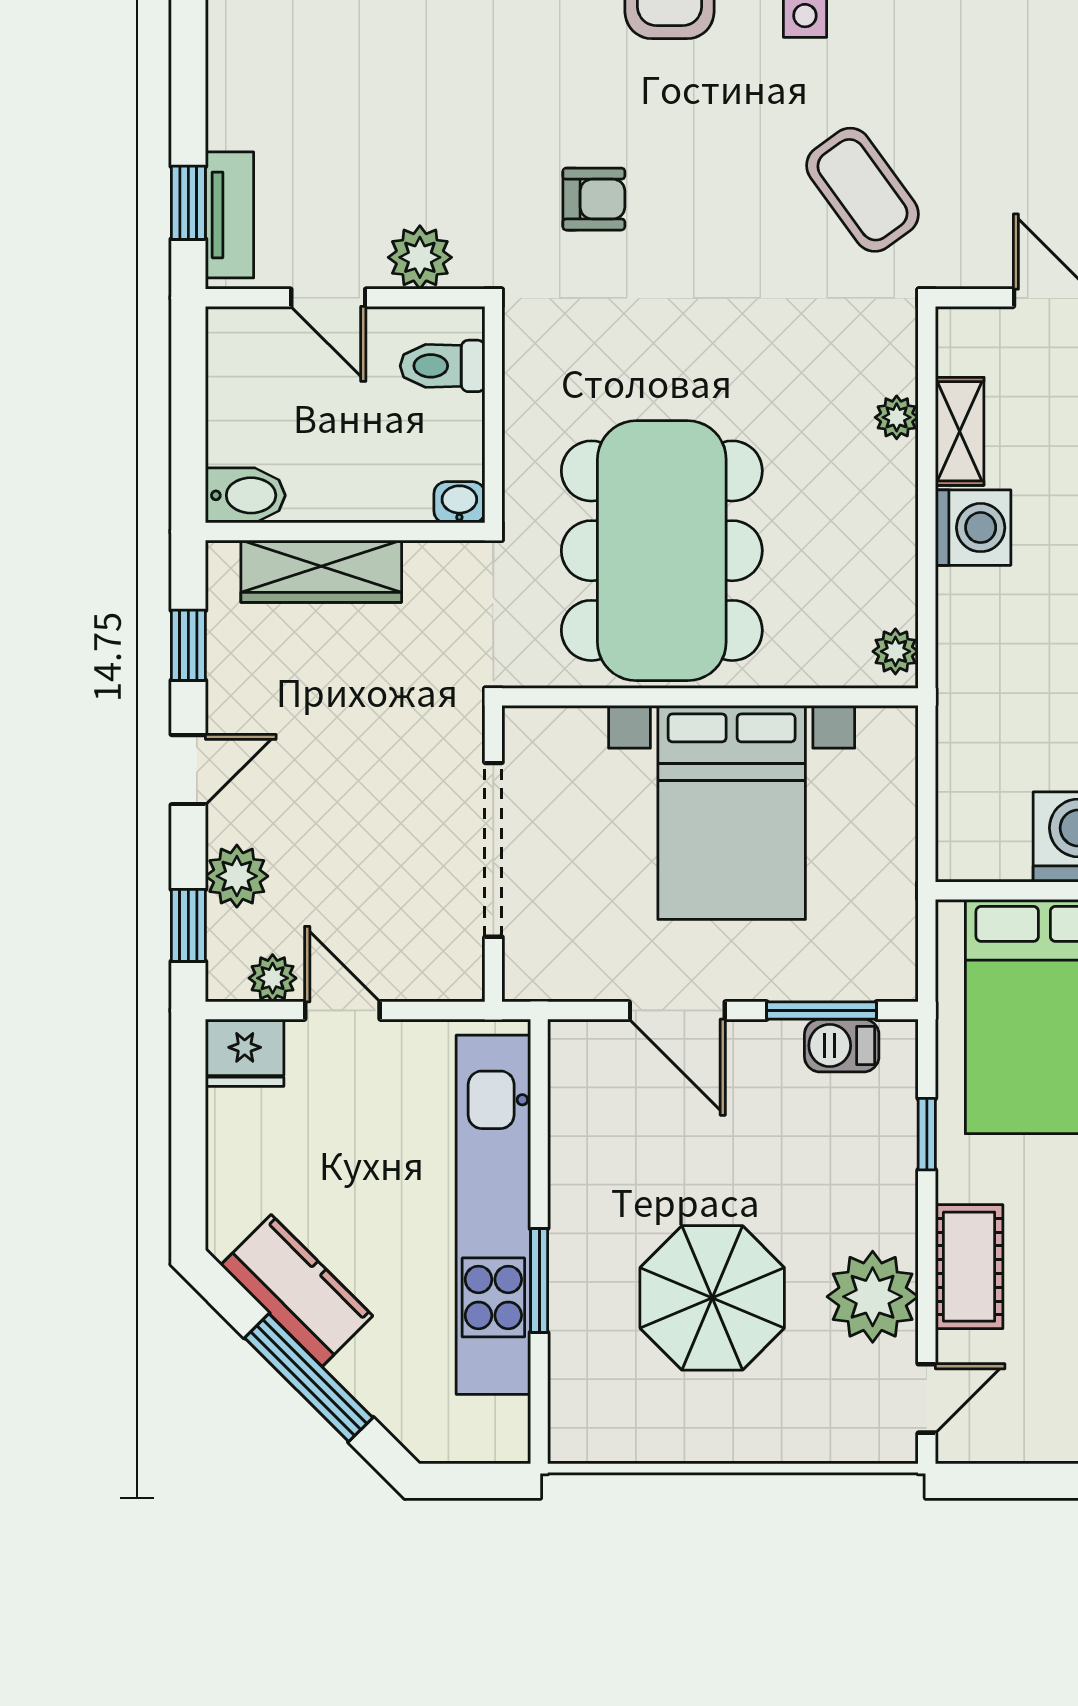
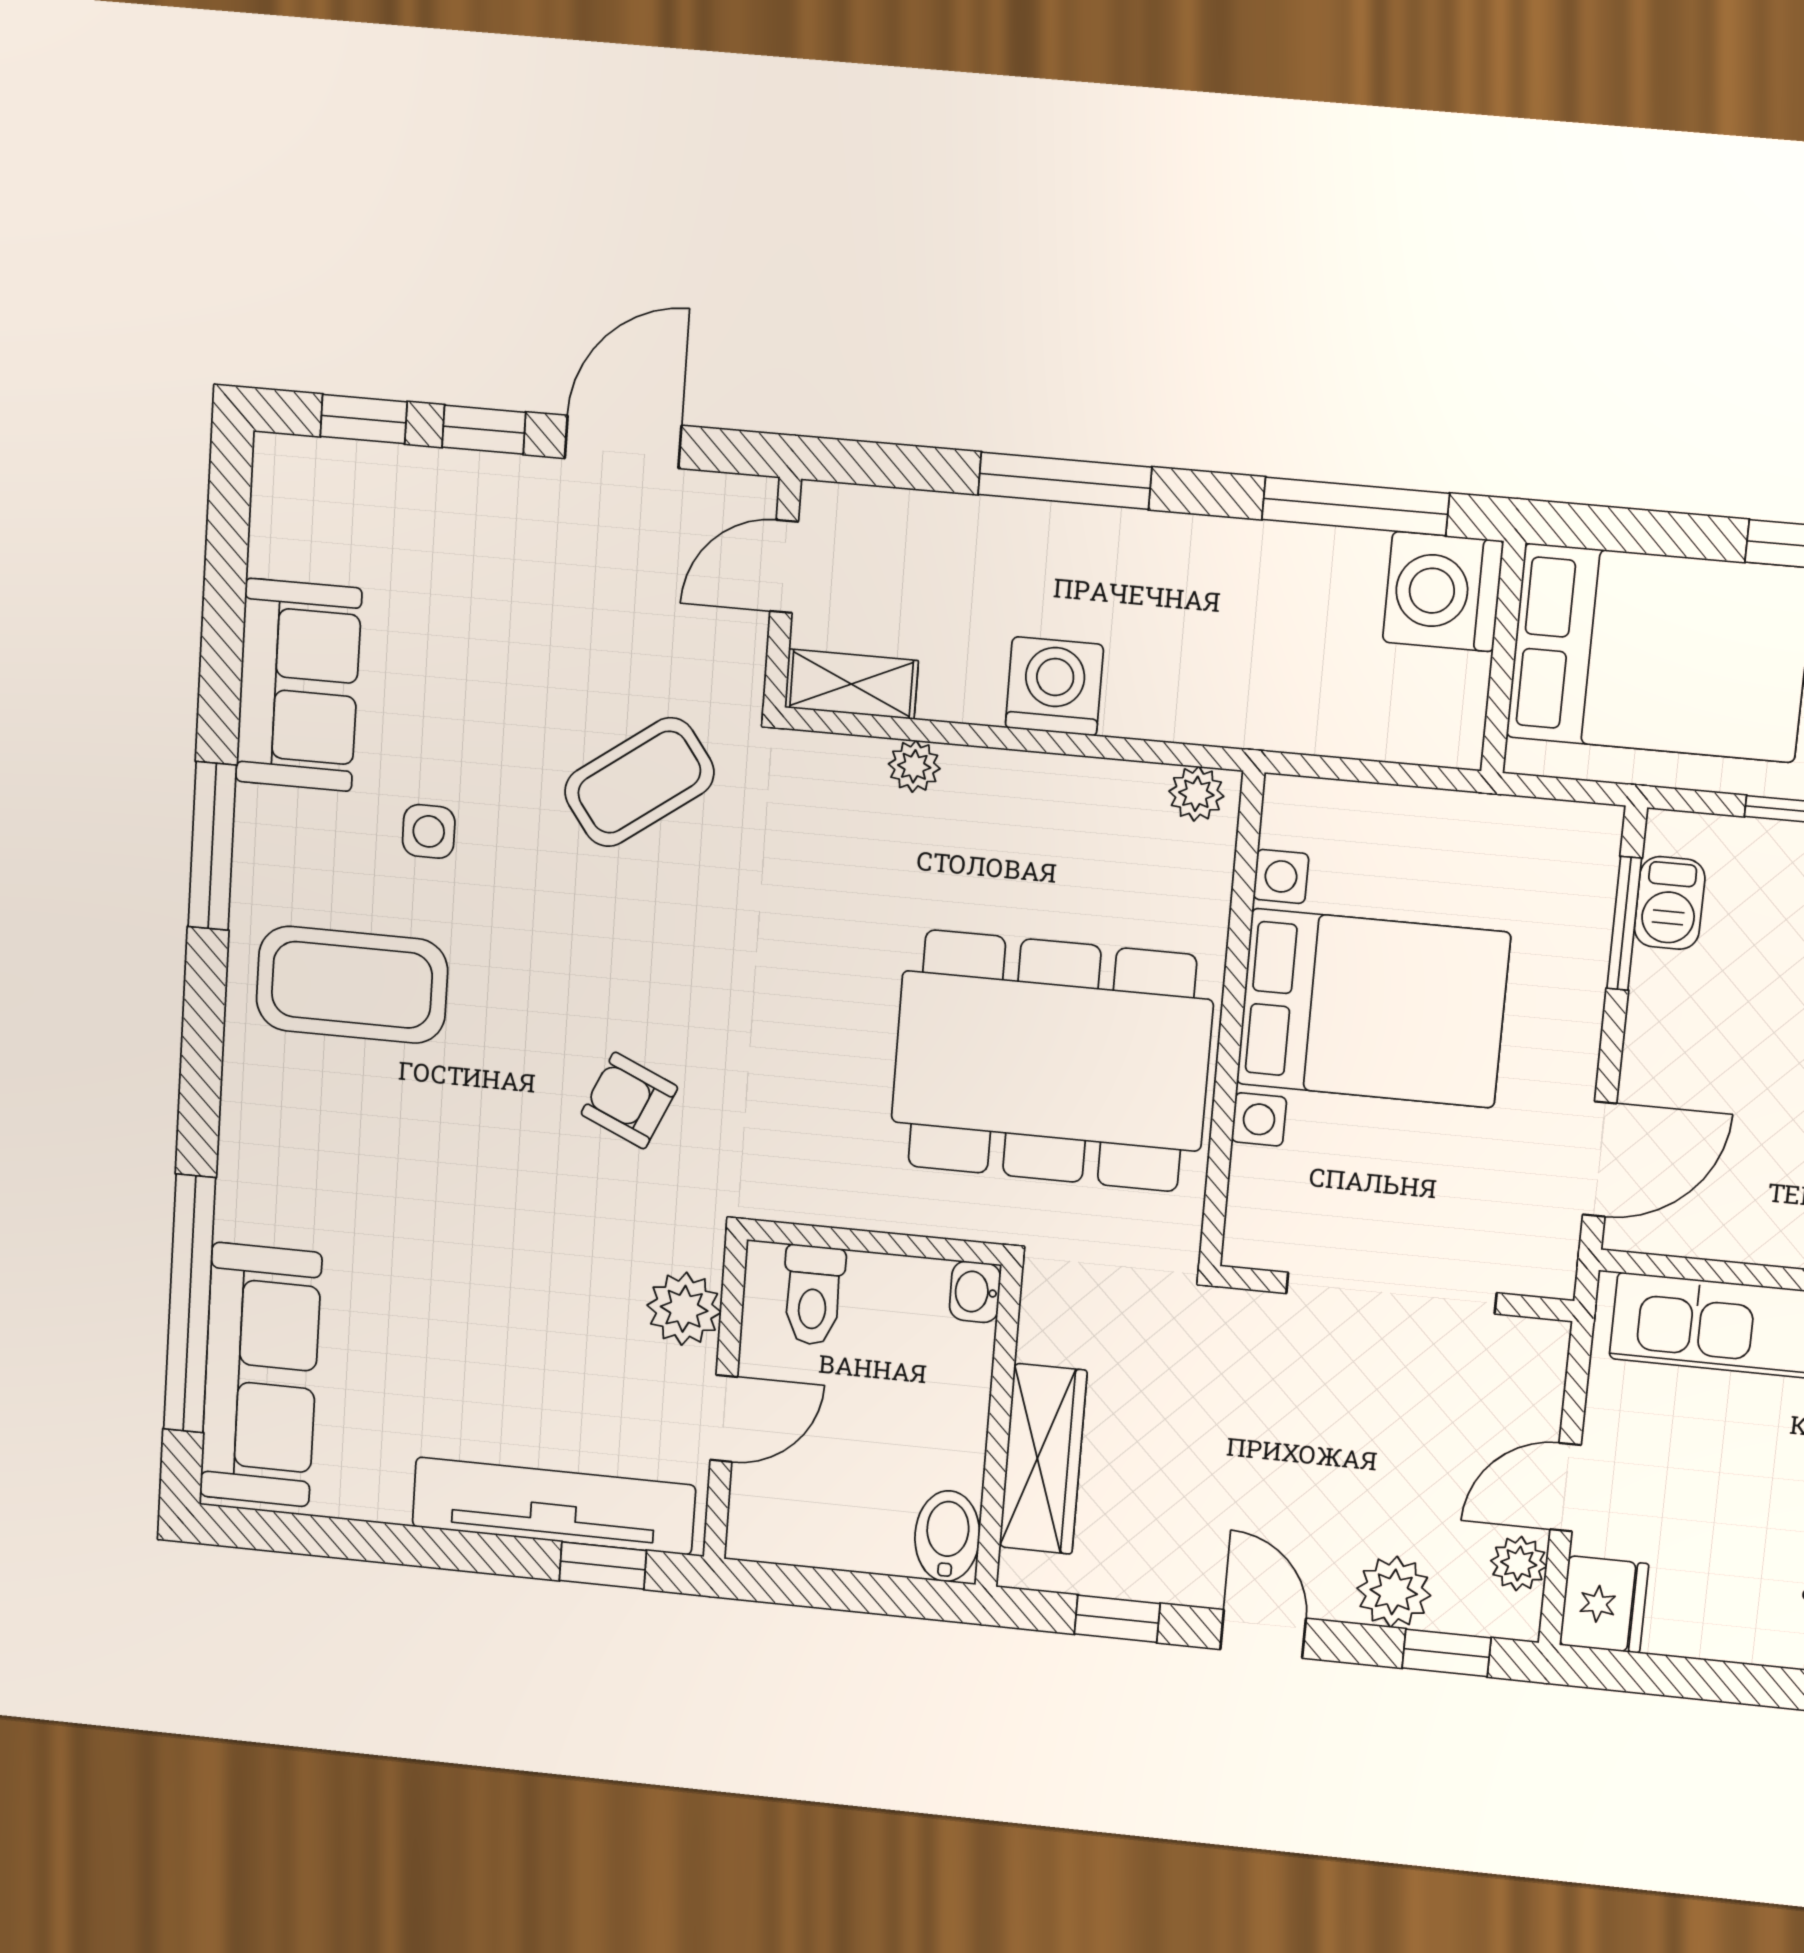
armchair: (594, 199) -> (629, 1101), turned -66
tv unit: (230, 215) -> (554, 1506), width x1.92, depth x1.29
shelving: (960, 431) -> (851, 684), moved
door: (677, 1010) -> (1600, 1159), moved

